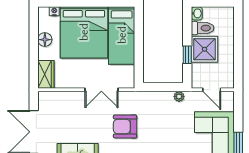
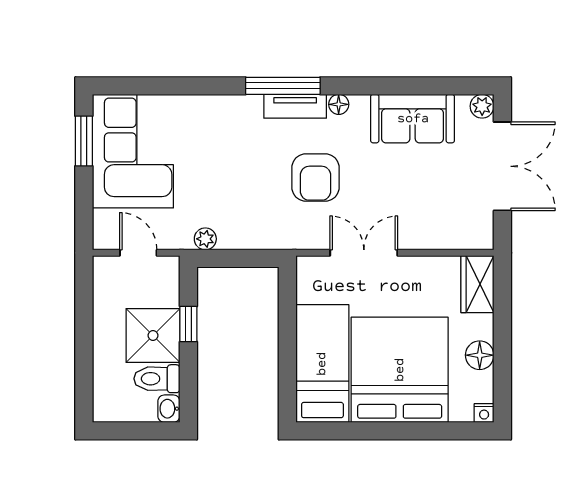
nightstand: (54, 11) -> (484, 413), moved
armchair: (125, 126) -> (315, 178), turned 90

